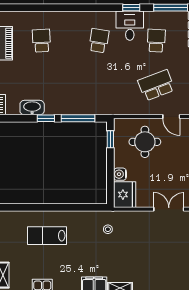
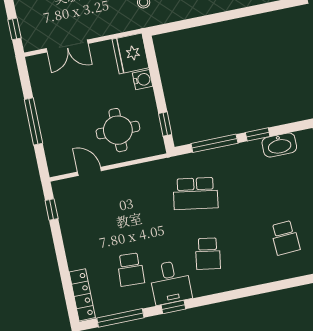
school desk: (156, 85) -> (196, 194), moved, turned 30

